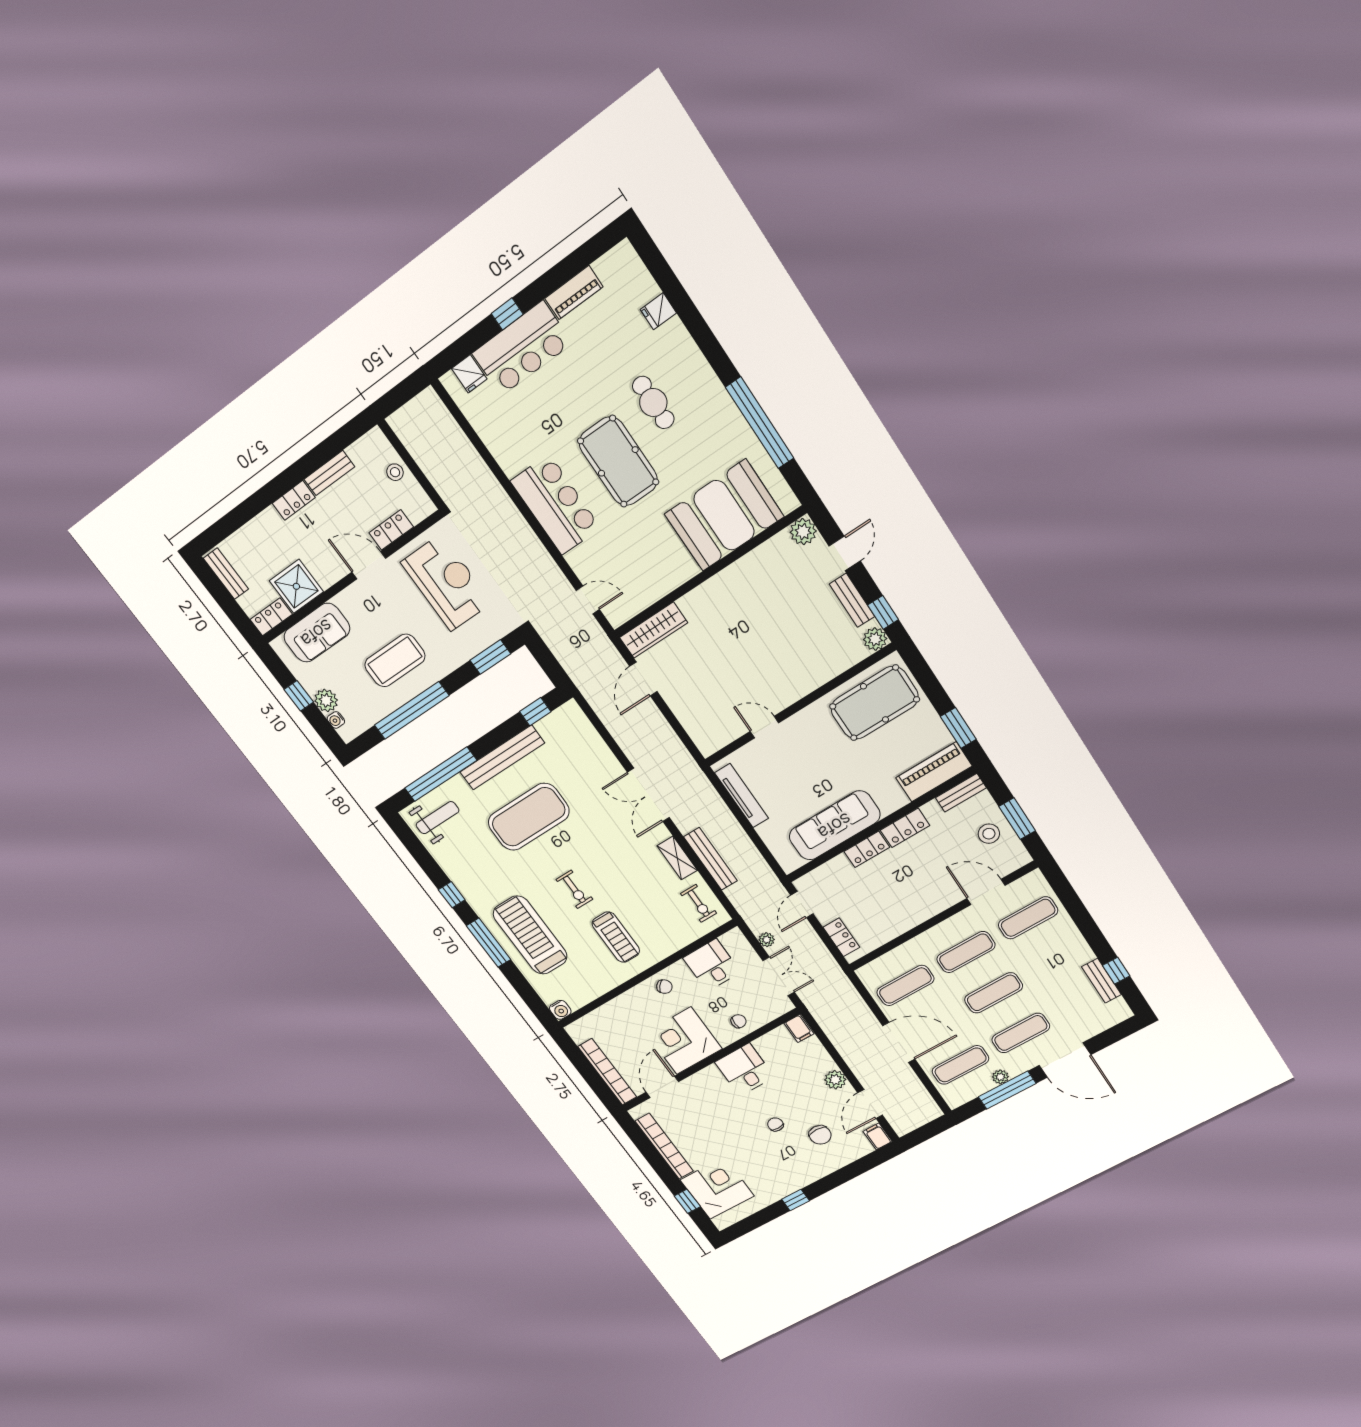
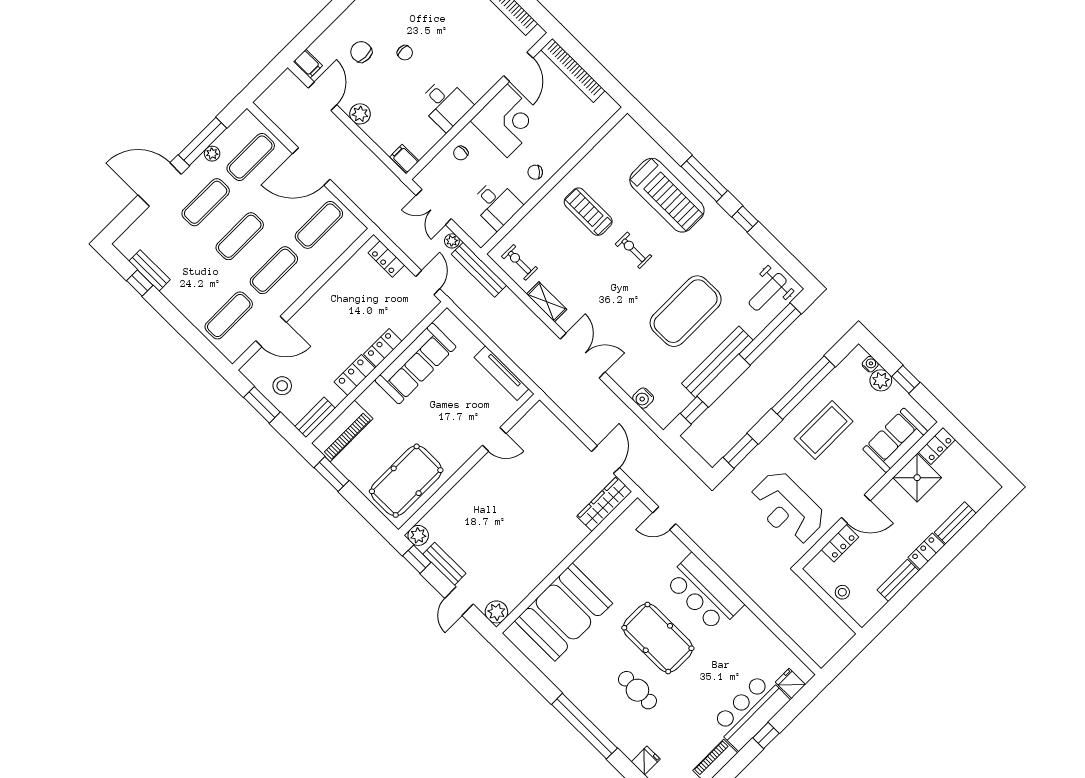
window: (760, 423) -> (584, 726), moved
bench: (226, 574) -> (955, 523), moved, turned 90
bench: (710, 859) -> (479, 270), moved
water cooler: (560, 1010) -> (643, 398), moved, turned -90

